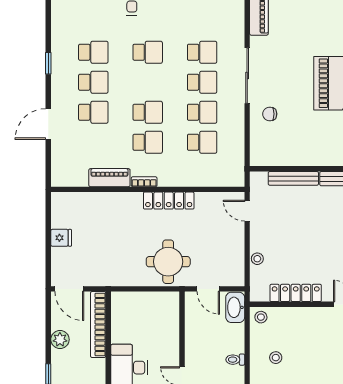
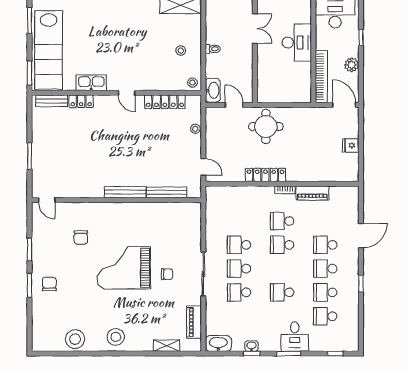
chair: (270, 114) -> (167, 274), moved
school desk: (202, 142) -> (325, 316), moved

